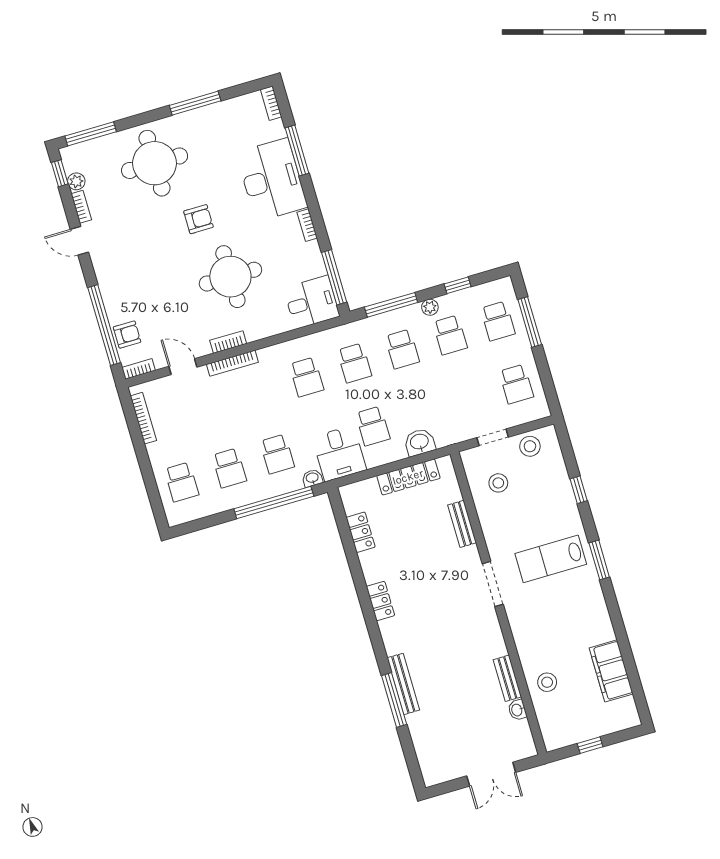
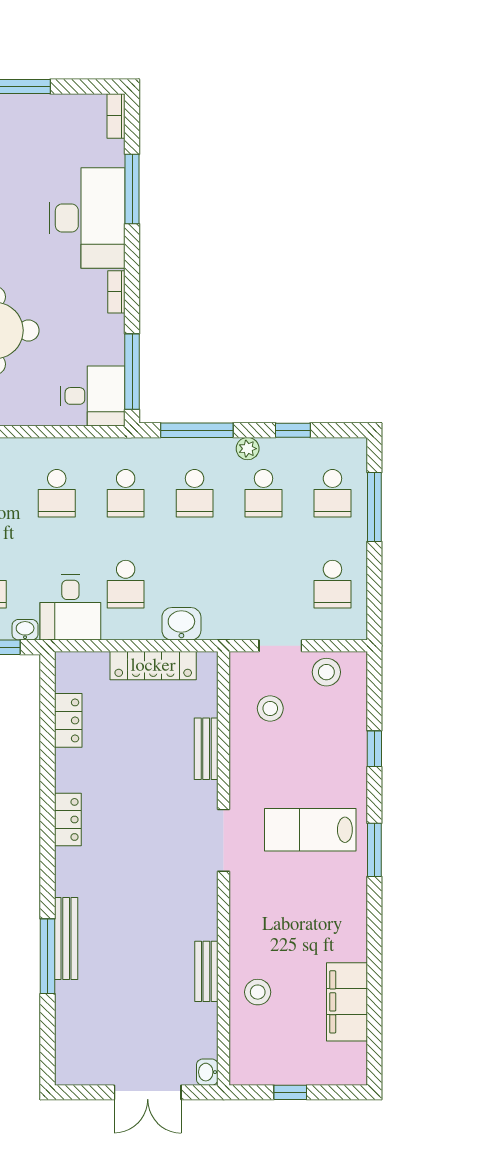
washbasin: (517, 710) -> (207, 1072), moved

